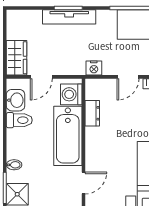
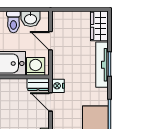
wardrobe: (17, 58) -> (99, 26), moved, turned 90
door: (128, 77) -> (51, 102), moved
dresser: (92, 113) -> (38, 84), moved

